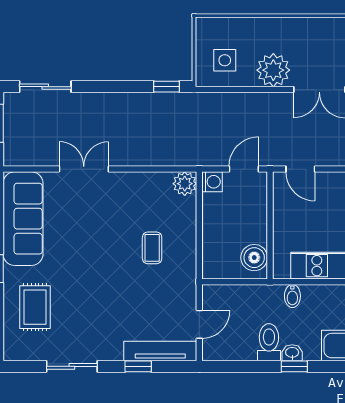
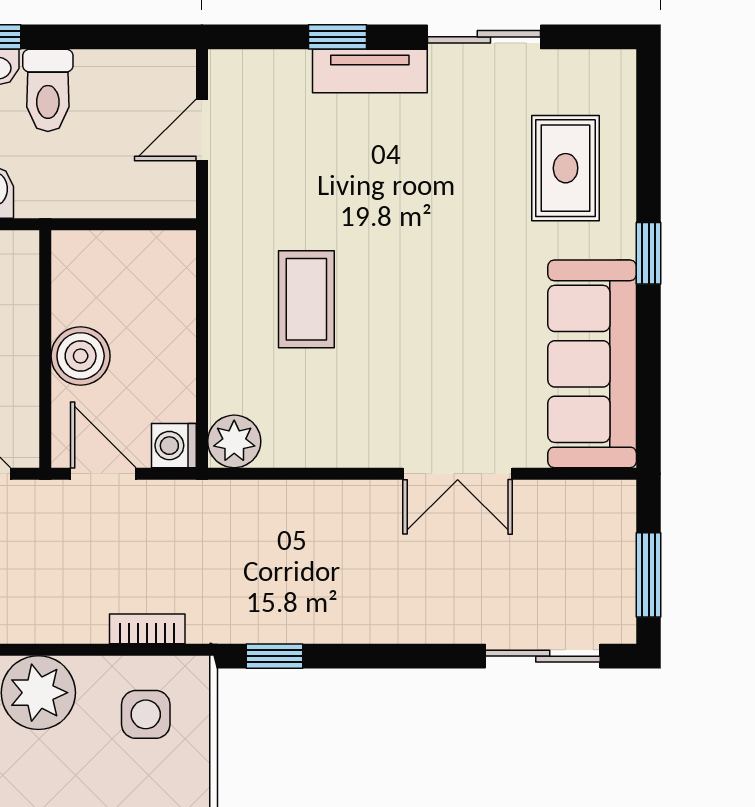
bookcase: (224, 99) -> (147, 629), added
door: (244, 169) -> (103, 474), swing flipped
coffee table: (152, 248) -> (306, 299), width x1.36, depth x1.30
boiler: (254, 258) -> (81, 356), moved
tv unit: (160, 351) -> (370, 71), moved, width x0.71

